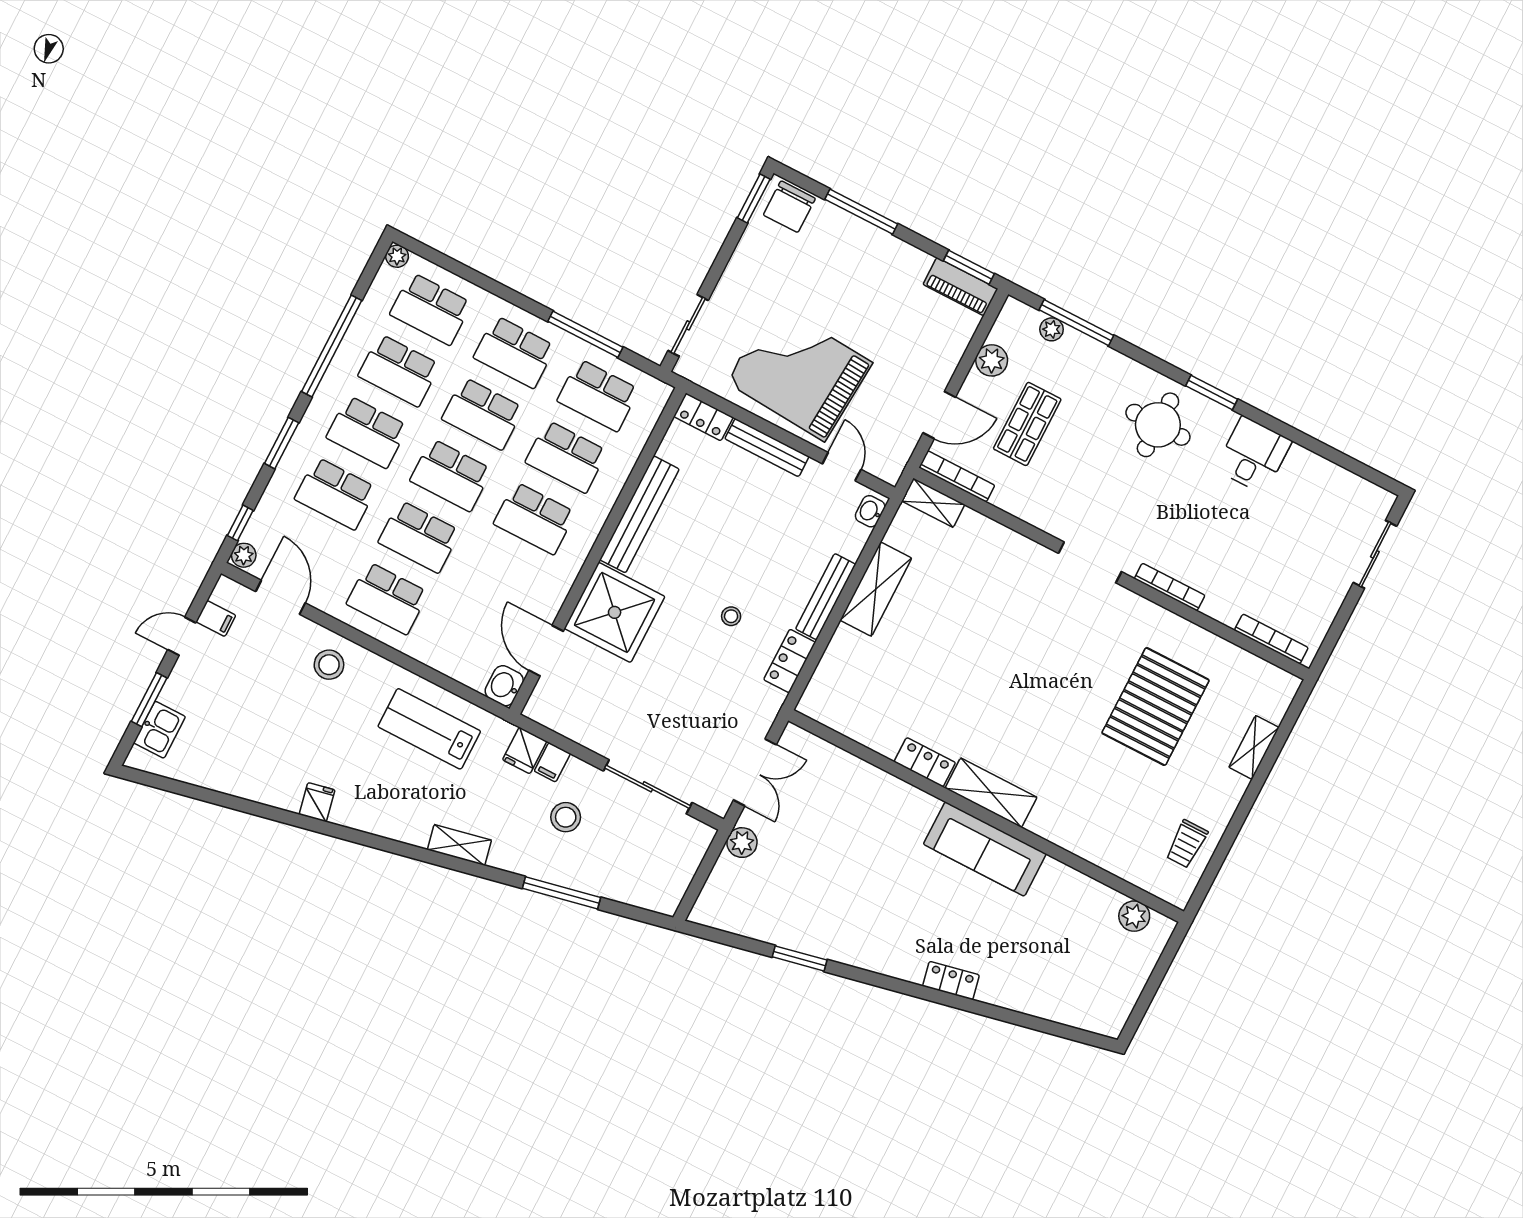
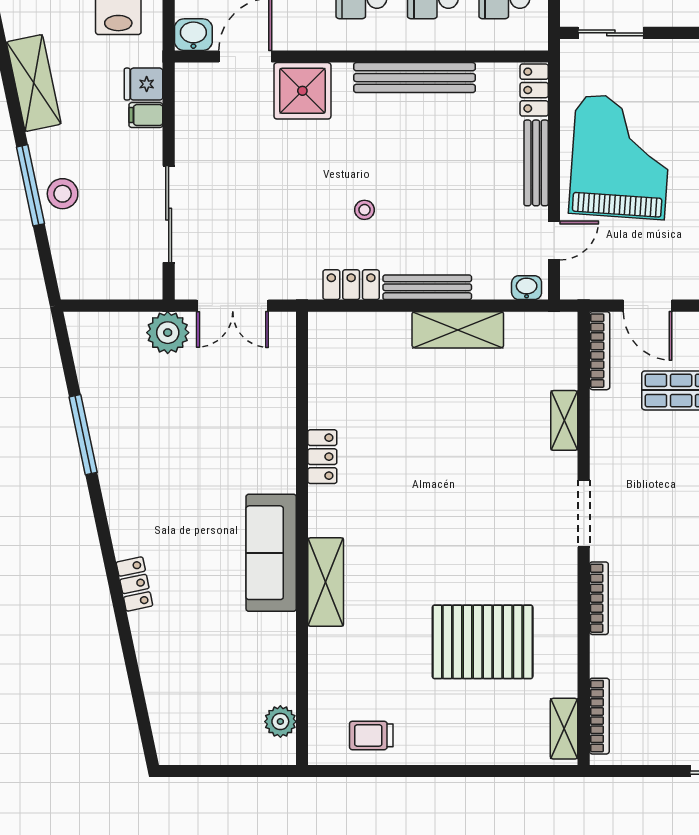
shelving: (933, 503) -> (564, 420), moved
shower: (615, 612) -> (302, 91), width x0.73, depth x0.73
shelving: (1254, 747) -> (564, 729), moved, turned 90
shelving: (991, 793) -> (326, 582), moved
stool: (566, 817) -> (63, 194), moved
plant: (742, 843) -> (168, 333), width x1.36, depth x1.36
shelving: (459, 845) -> (34, 83), width x1.50, depth x1.33
window: (800, 958) -> (83, 435), width x1.44

